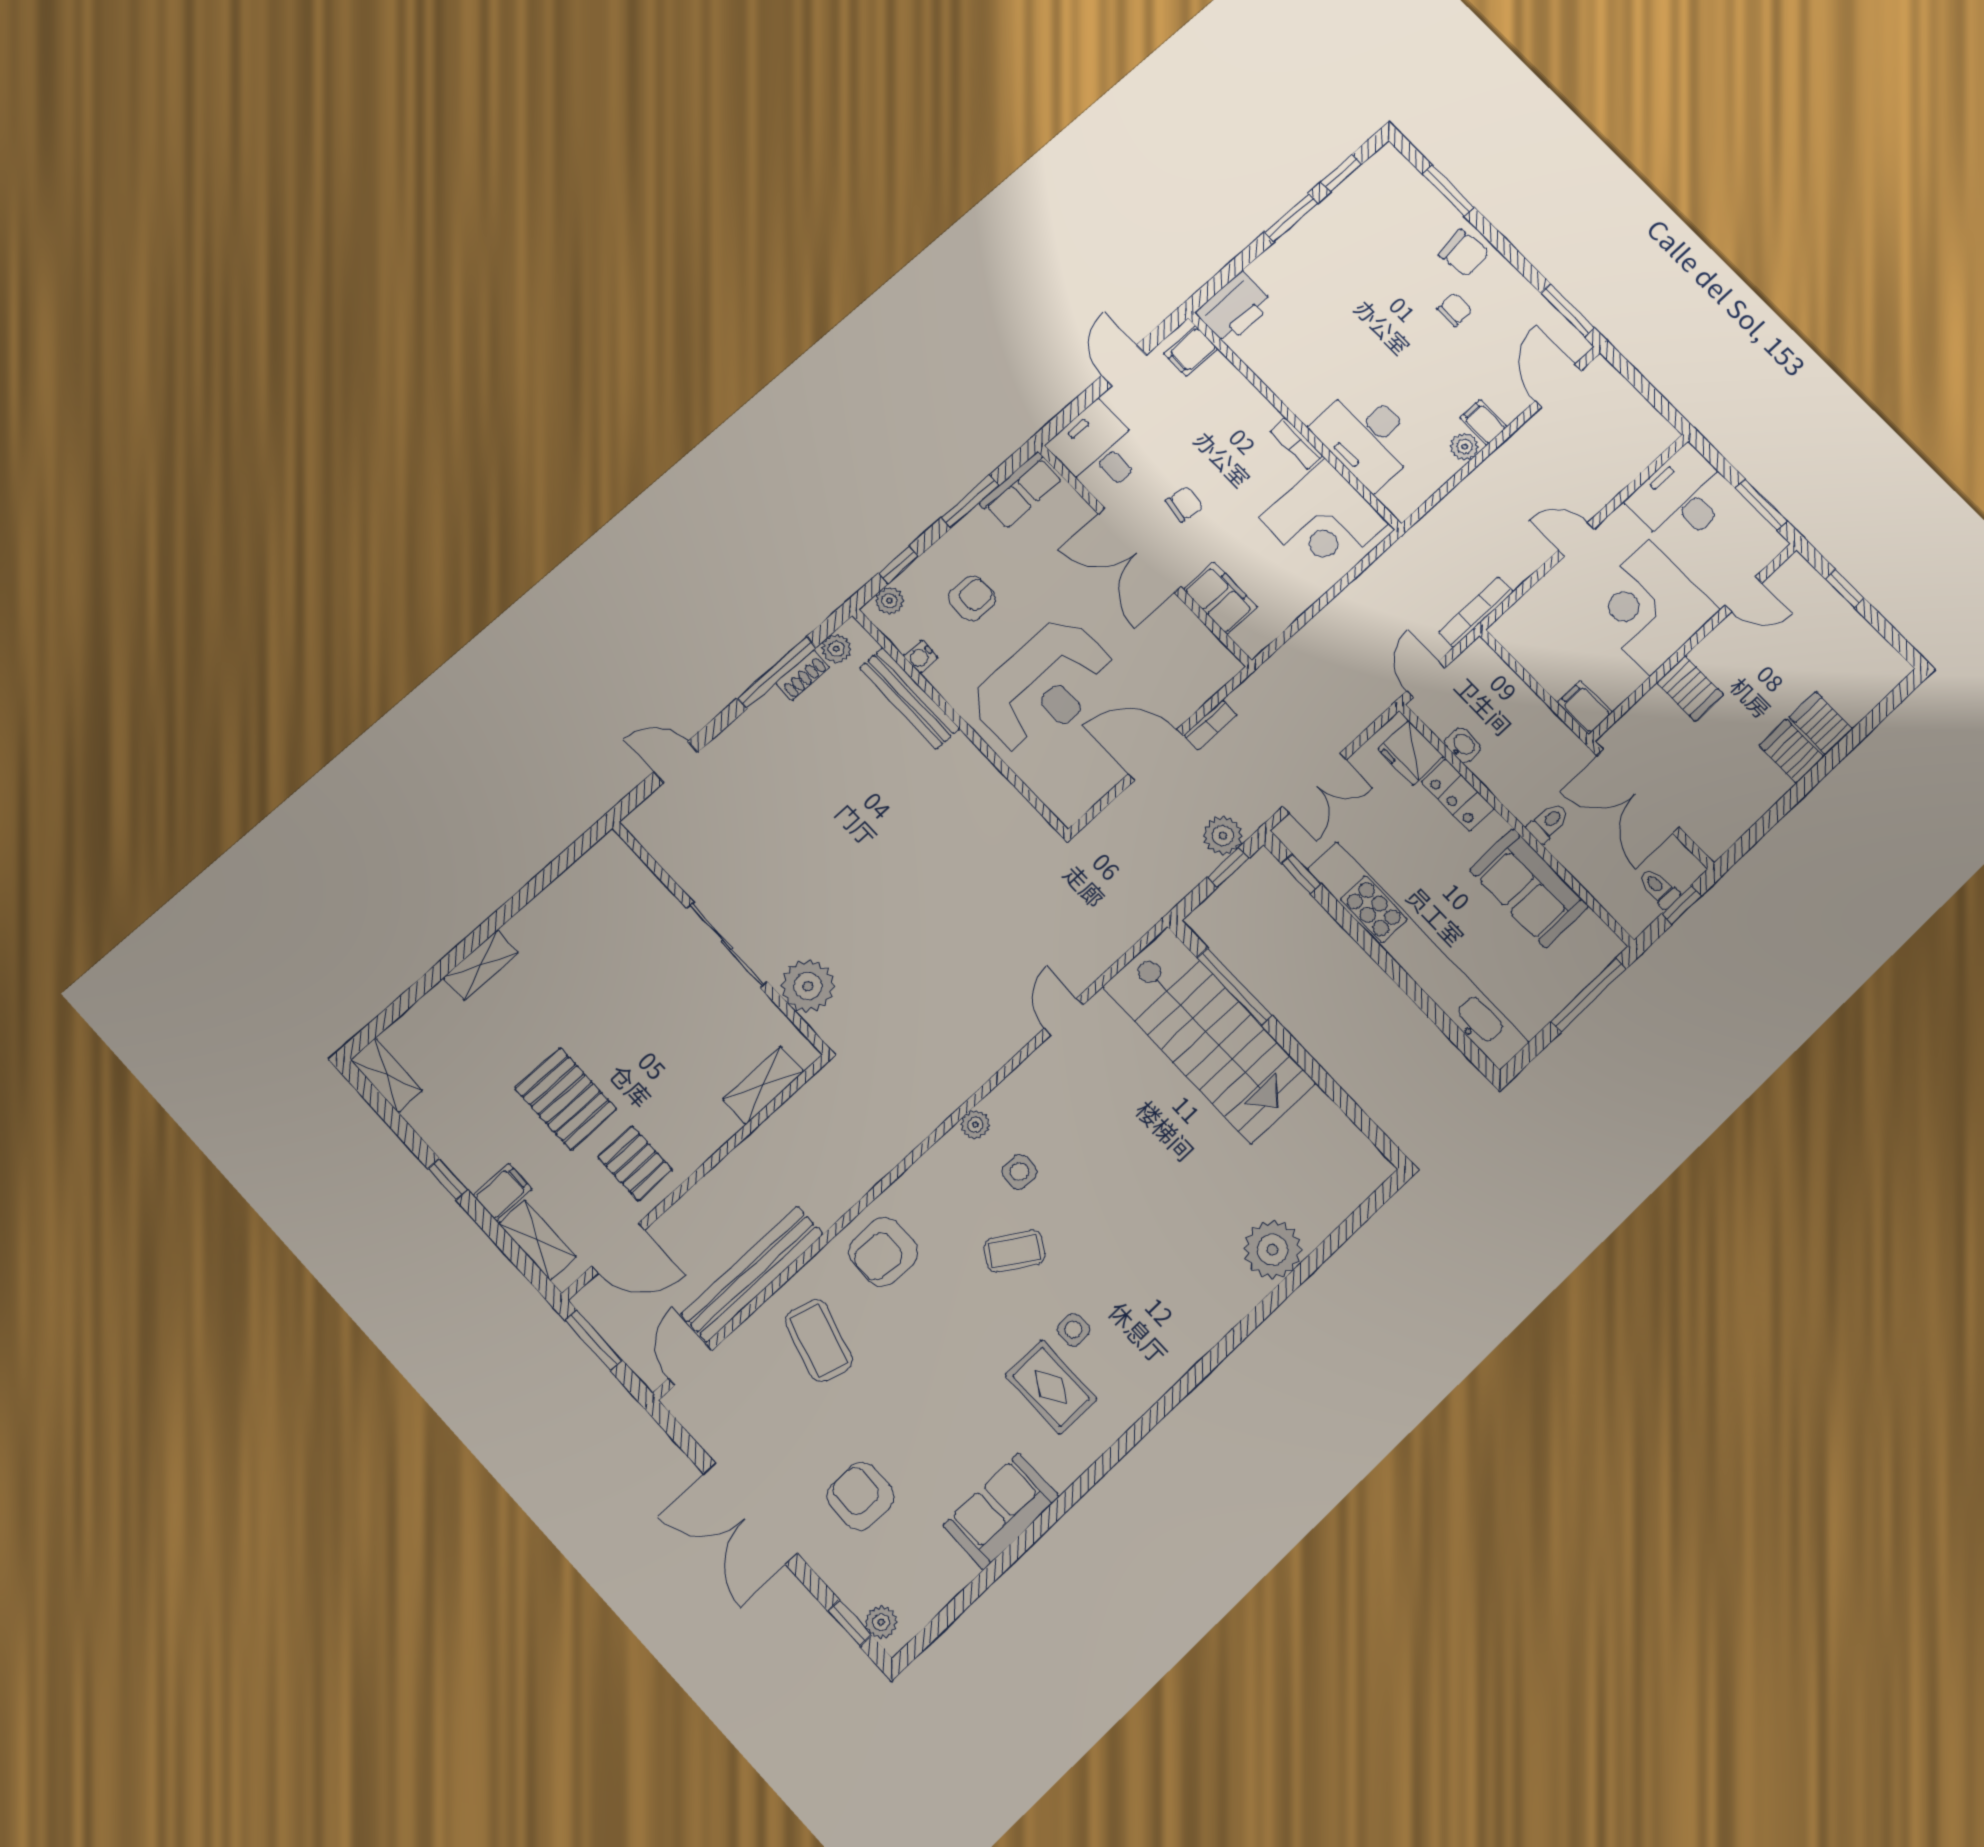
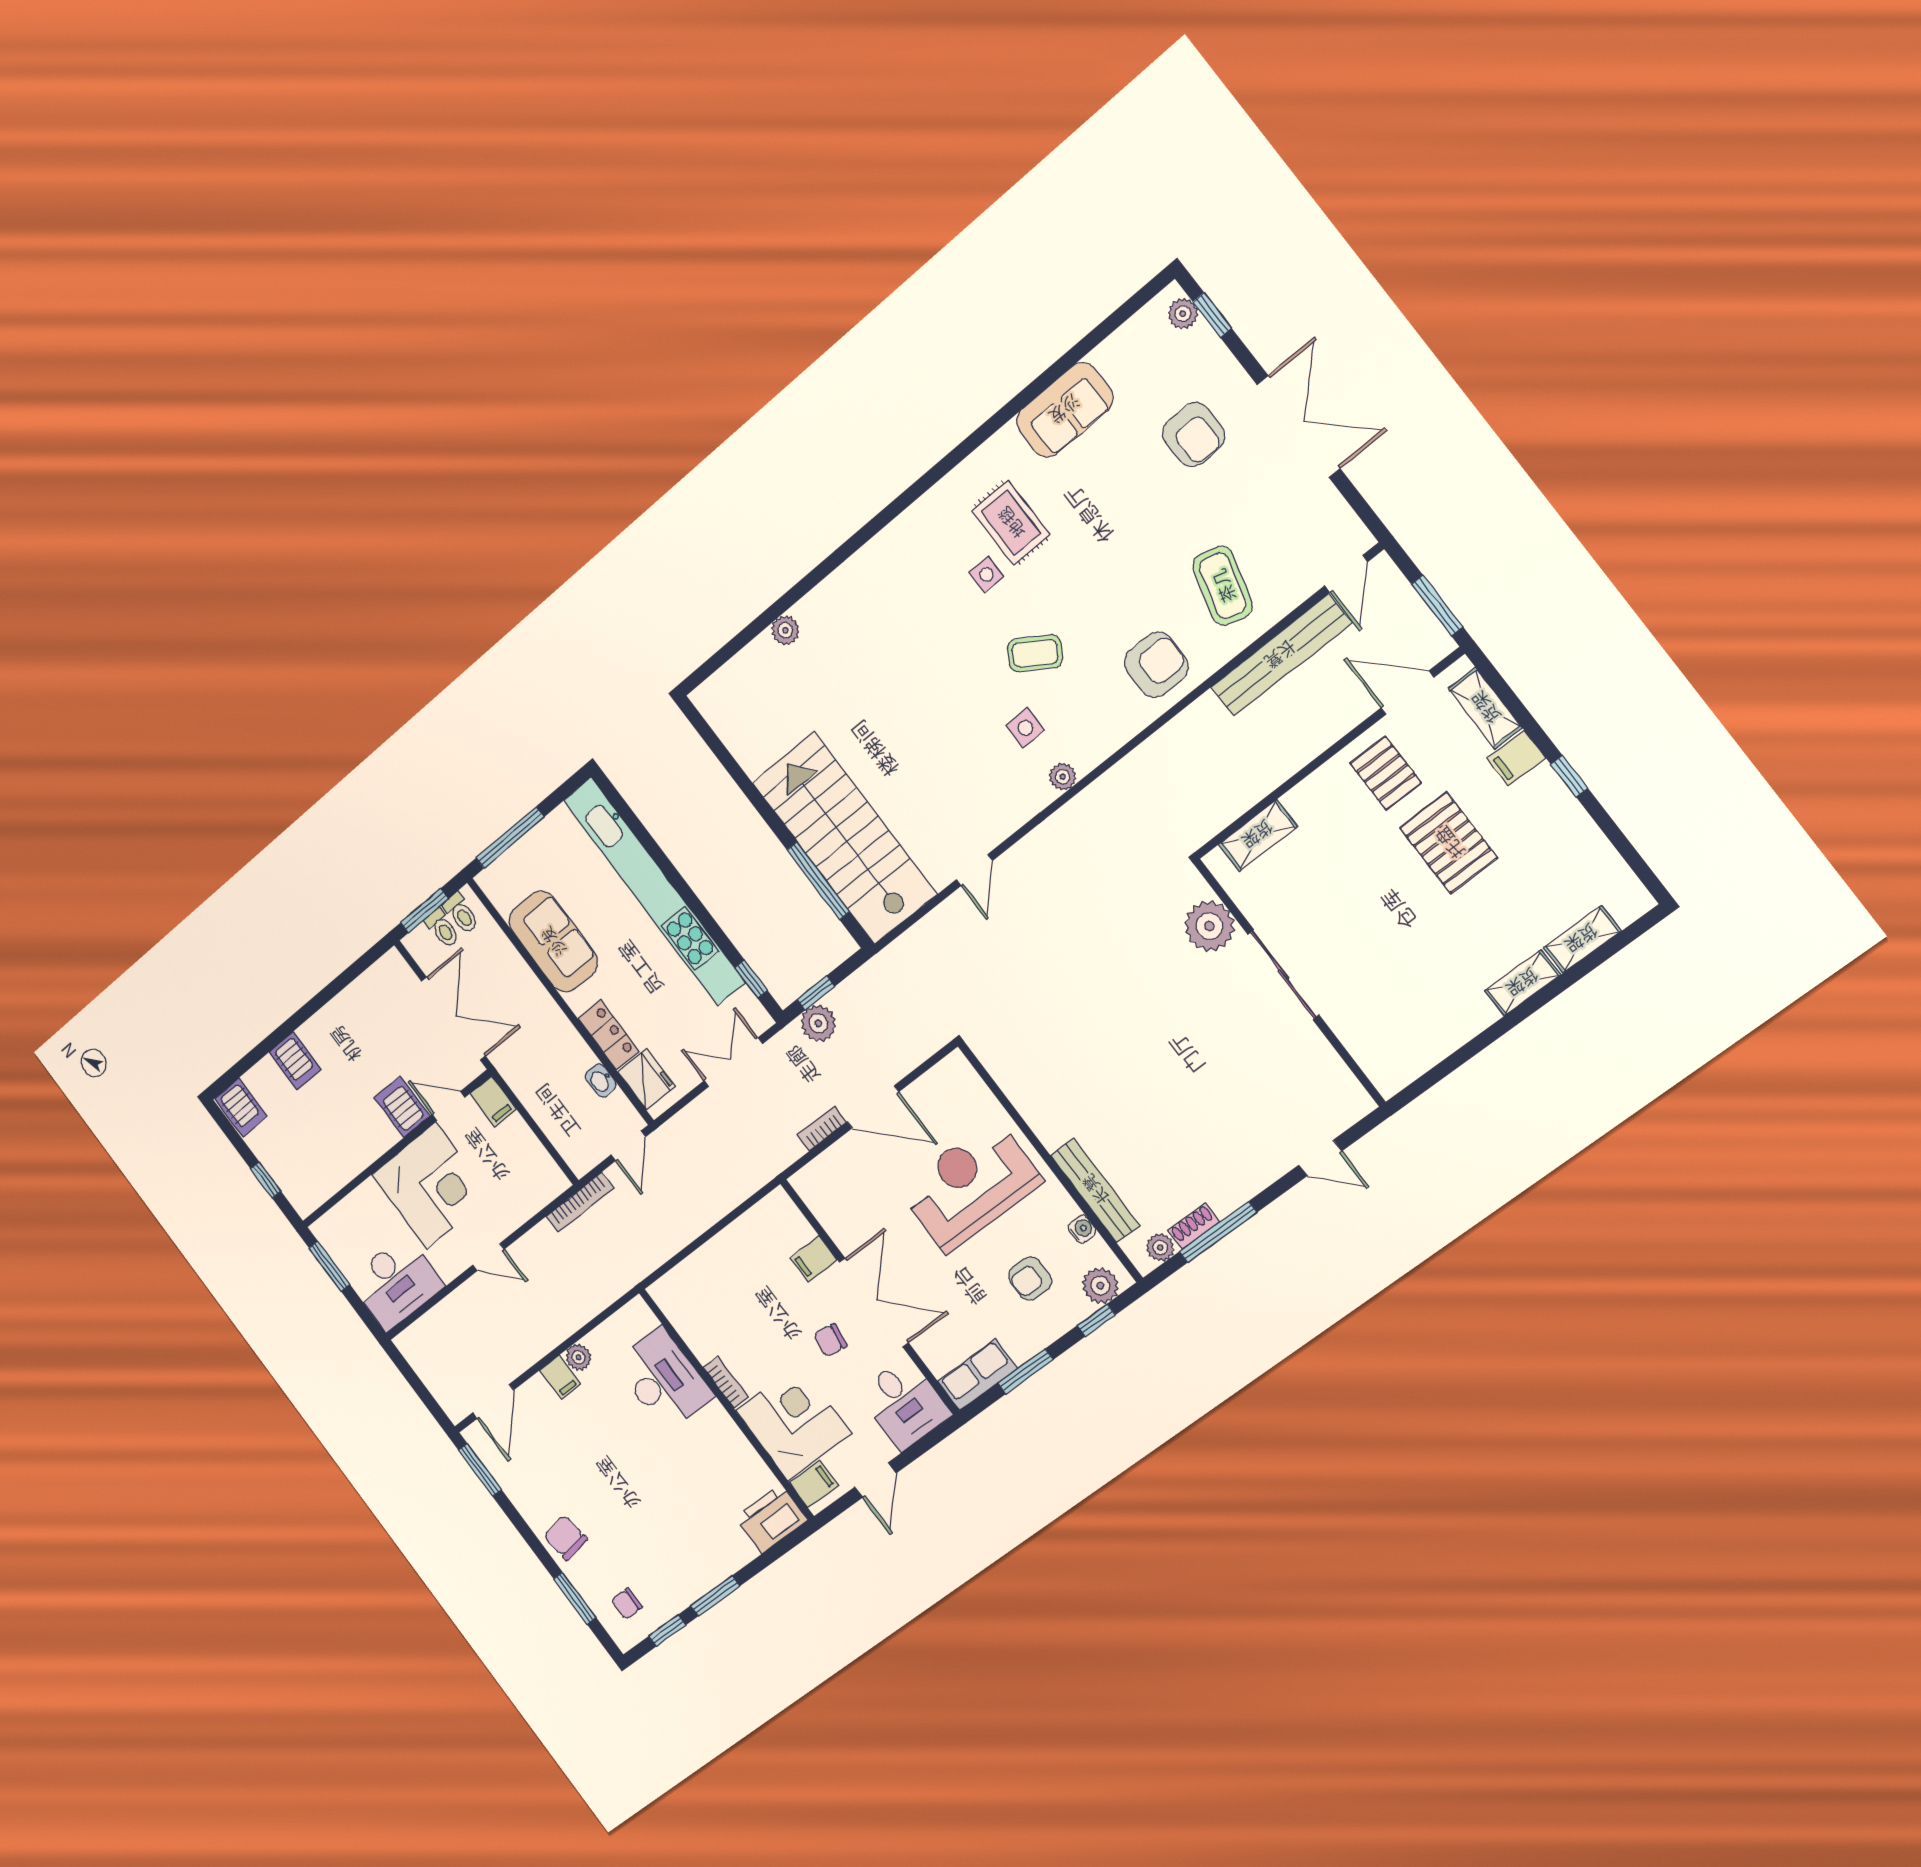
chair: (1455, 310) -> (627, 1604), moved
corner desk: (1324, 521) -> (793, 1422), moved
door: (1744, 594) -> (449, 1106), moved
filing cabinet: (1220, 598) -> (813, 1259), width x0.50
plant: (889, 601) -> (1100, 1286), width x1.38, depth x1.38
server rack: (1791, 751) -> (241, 1107), moved
toilet: (1548, 822) -> (461, 913), moved, turned -90
window: (1682, 905) -> (424, 911), width x1.50
shelving: (387, 1075) -> (1582, 939), moved, turned 90
plant: (1272, 1250) -> (785, 630), width x0.53, depth x0.53

